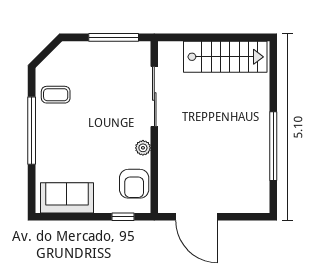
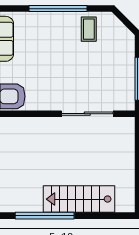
stairs: (225, 57) -> (79, 199), moved, turned 90
plant: (143, 148) -> (43, 104), removed

